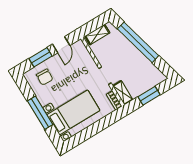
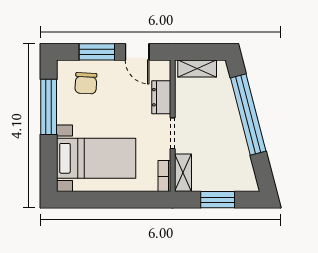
door: (61, 45) -> (137, 52), hinge flipped
dresser: (88, 61) -> (161, 97), added
window: (40, 113) -> (49, 107), moved

